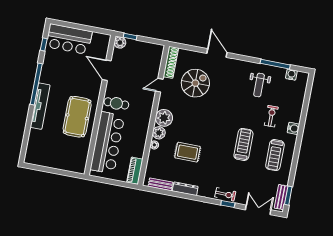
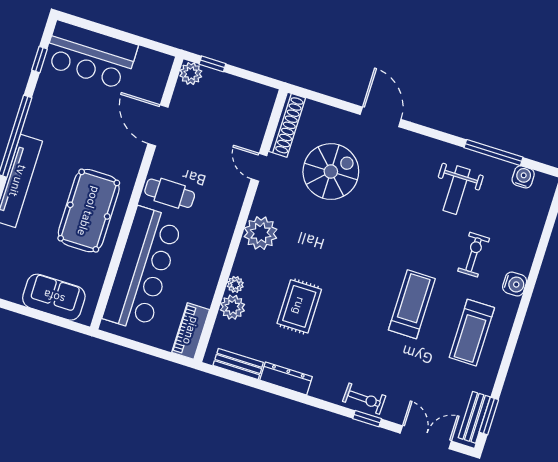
door: (159, 85) -> (259, 167), hinge flipped
plant: (159, 133) -> (233, 307), moved
rug: (188, 152) -> (299, 306), turned 90
sofa: (65, 162) -> (54, 297), added

